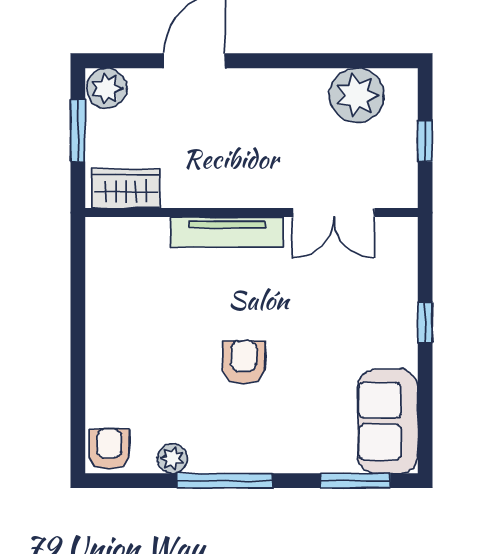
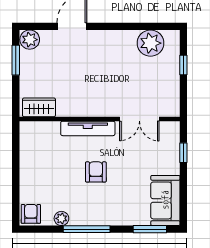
wardrobe: (126, 188) -> (39, 107), moved
wall: (251, 213) -> (100, 119), moved
double door: (334, 213) -> (139, 119), moved
tv unit: (227, 232) -> (88, 128), moved

